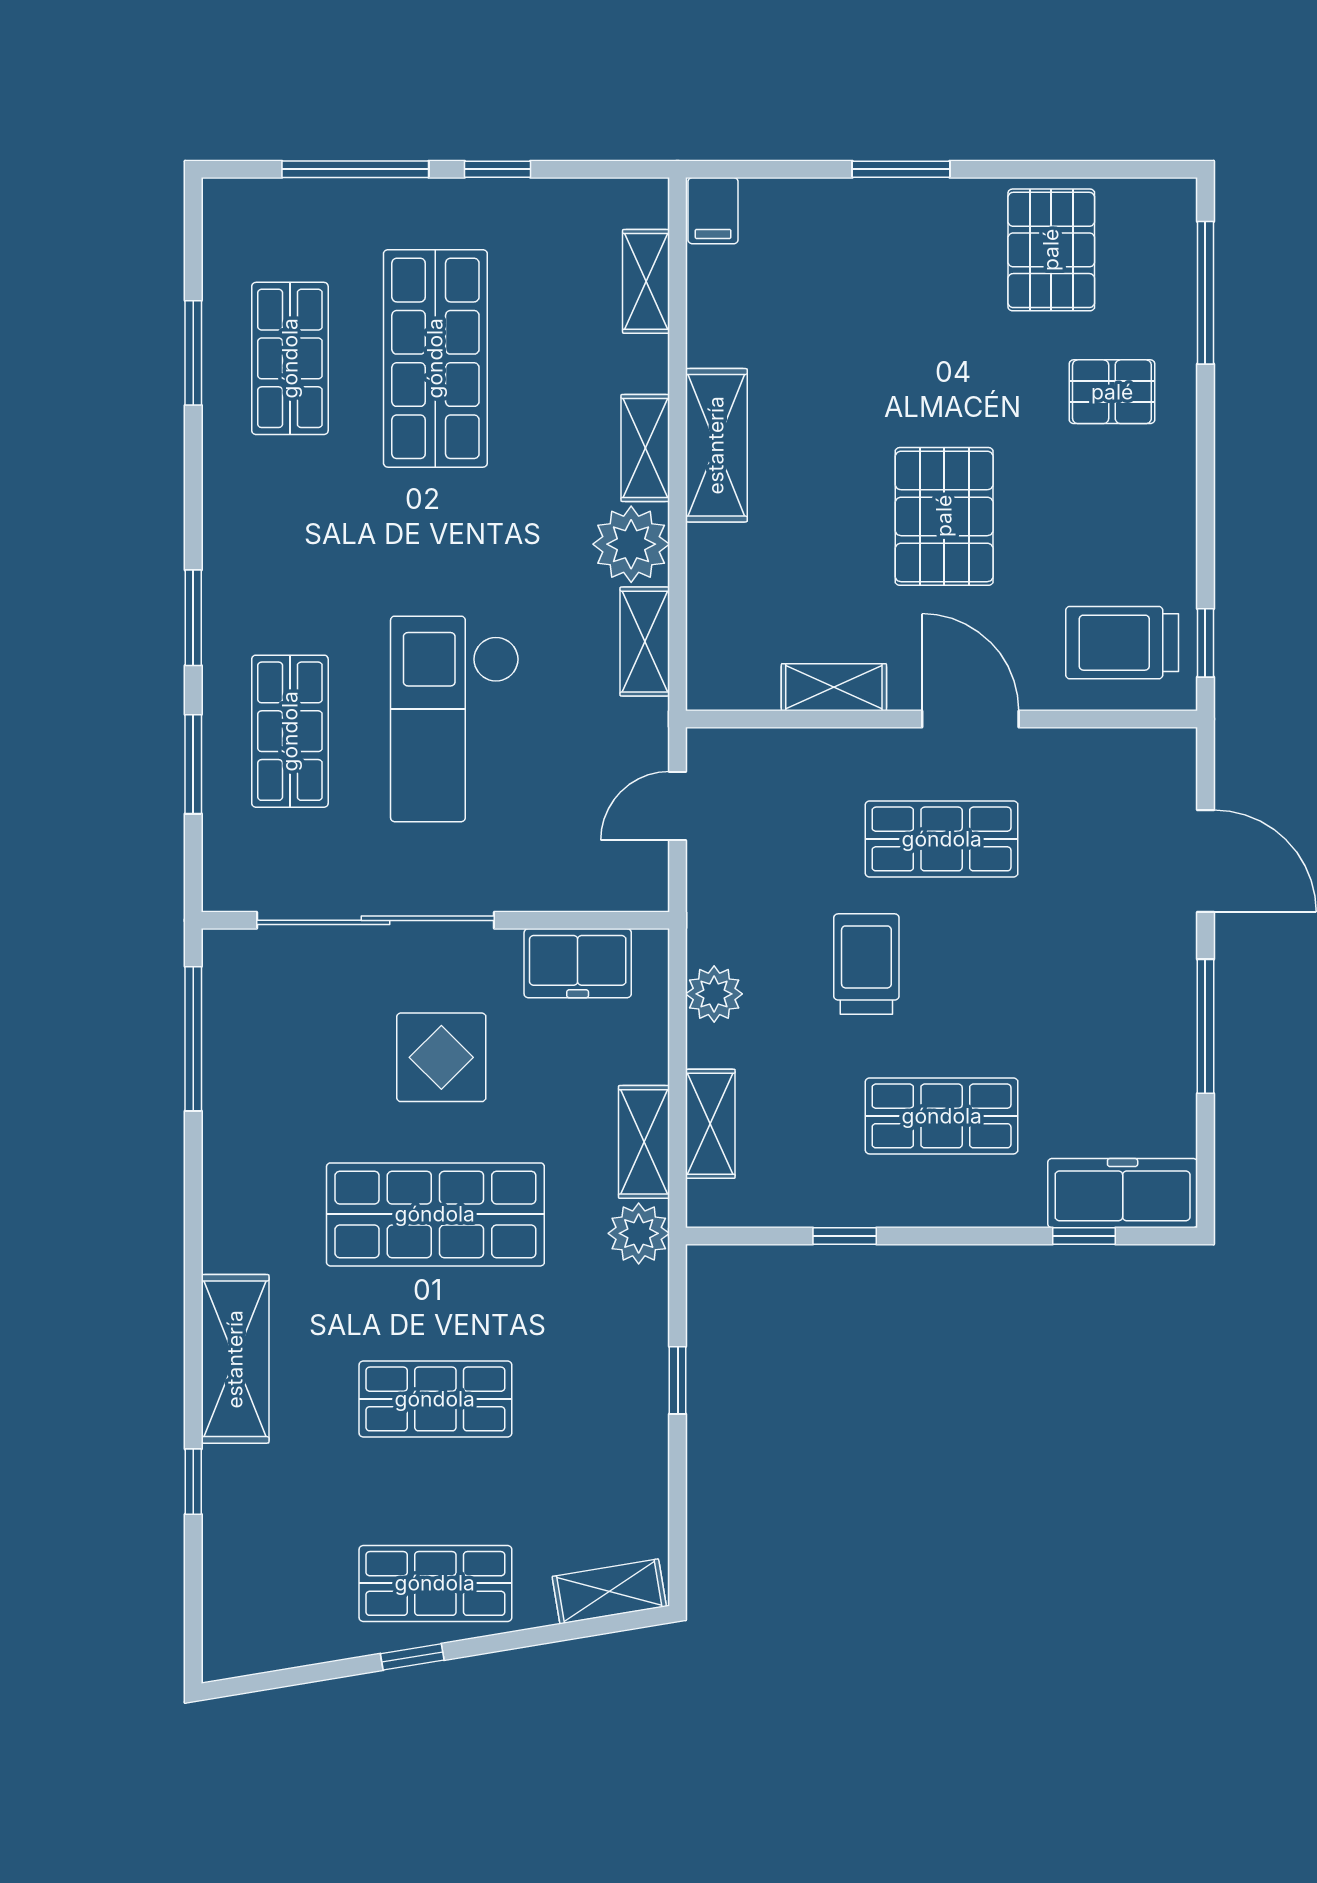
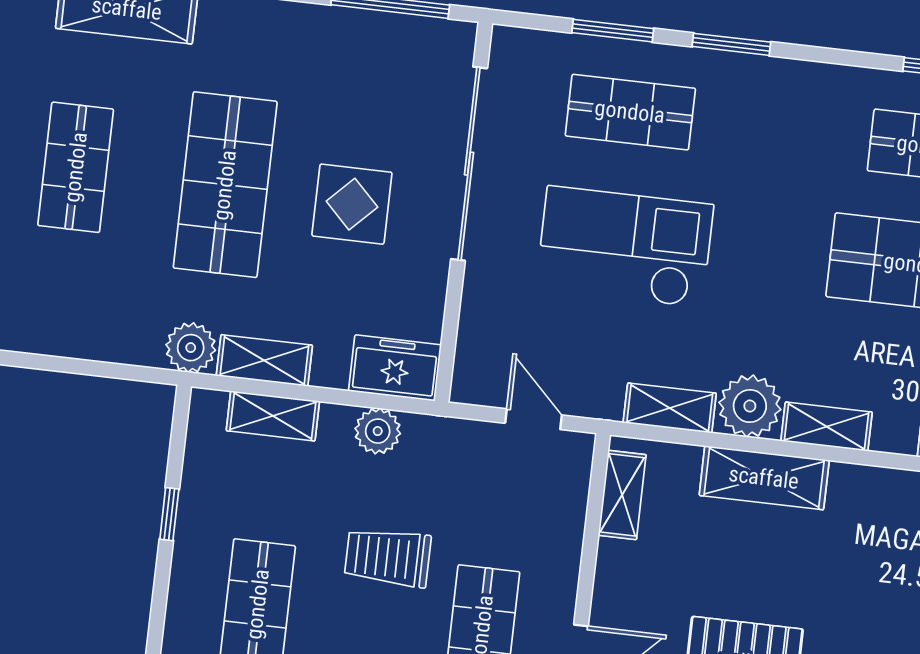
shelving: (716, 445) -> (764, 478), moved
shelving: (834, 687) -> (622, 495), moved
freezer: (578, 963) -> (395, 368), moved, turned 90
trolley: (866, 964) -> (388, 557), turned 180
window: (678, 1380) -> (68, 365), removed

